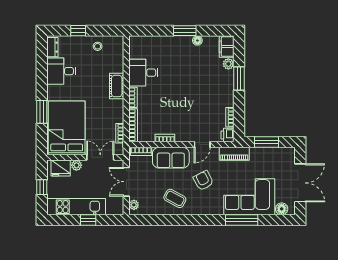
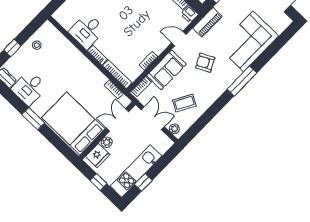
cot: (117, 86) -> (78, 59), removed
window: (42, 112) -> (33, 119), moved
door: (202, 145) -> (179, 39), swing flipped
double door: (126, 182) -> (153, 118), swing flipped
coffee table: (175, 198) -> (184, 103), moved
floor lamp: (282, 209) -> (279, 27), removed
window: (88, 220) -> (143, 182), moved
window: (242, 220) -> (242, 81), moved

